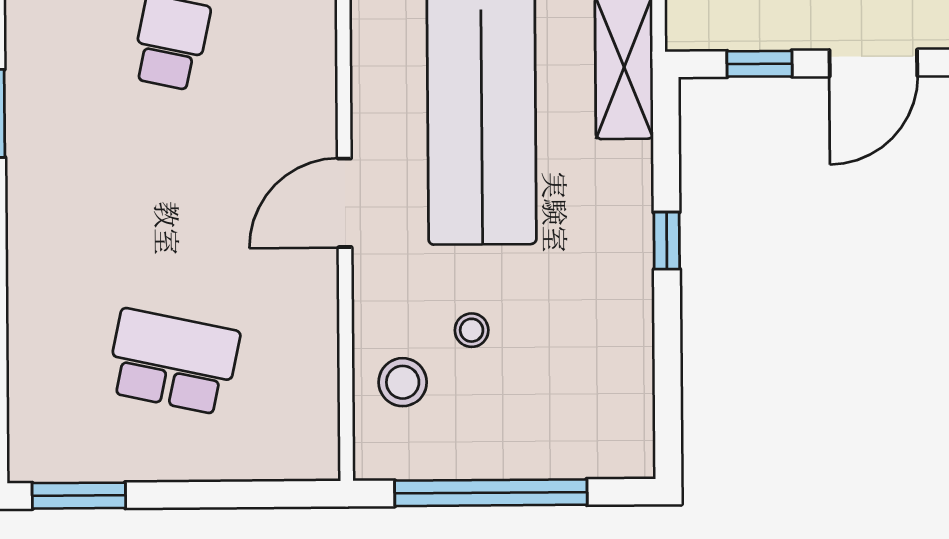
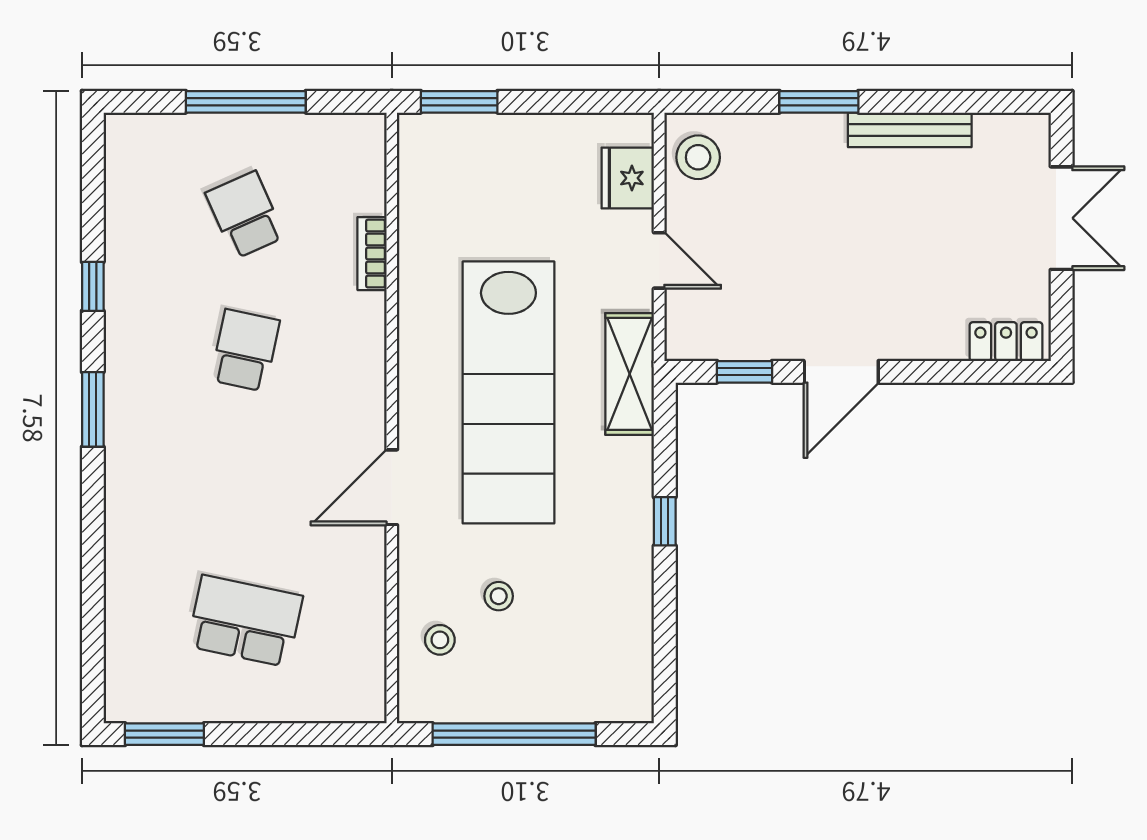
stool: (403, 382) -> (440, 640), width x0.73, depth x0.73

